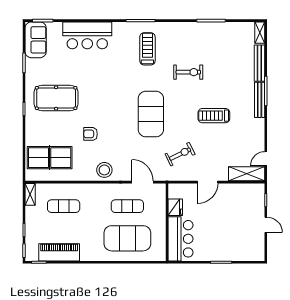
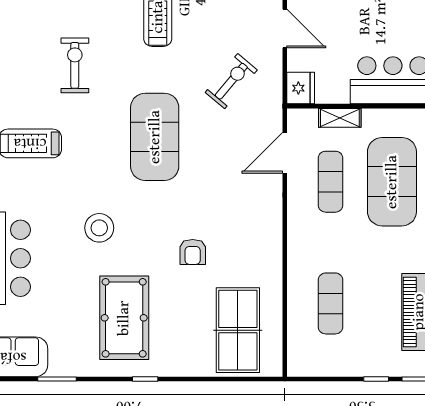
exercise mat: (151, 114) -> (155, 137), turned 90
exercise bike: (180, 154) -> (231, 81), turned 66
stool: (104, 170) -> (99, 228), moved
shelving: (30, 194) -> (340, 118), moved
fridge: (175, 207) -> (301, 88), moved, turned 90

